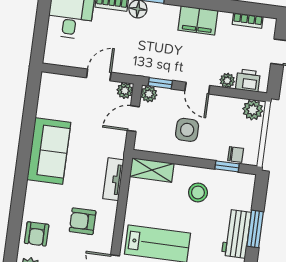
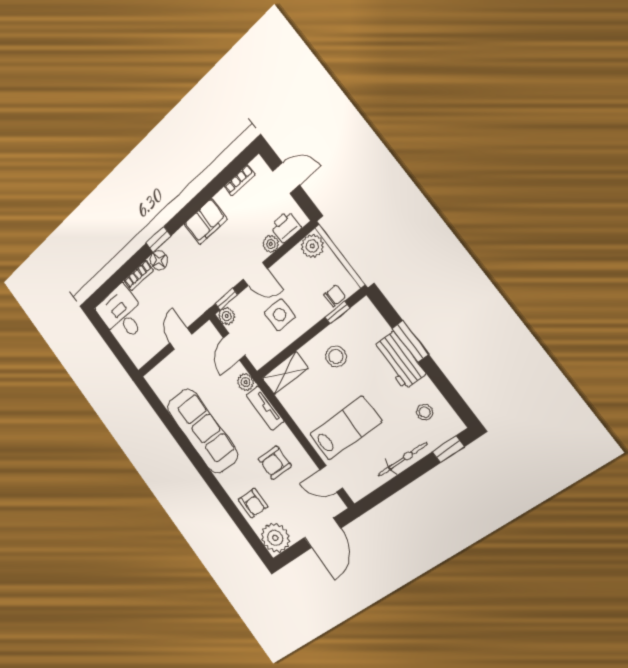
plant: (125, 91) -> (246, 382), moved
sofa: (49, 151) -> (202, 431), width x1.36

